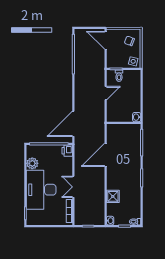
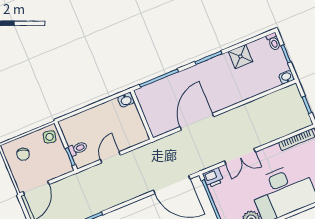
door: (106, 93) -> (110, 157), hinge flipped
door: (106, 155) -> (197, 122), swing flipped
double door: (73, 187) -> (240, 156), moved
shower: (113, 196) -> (240, 56), moved

